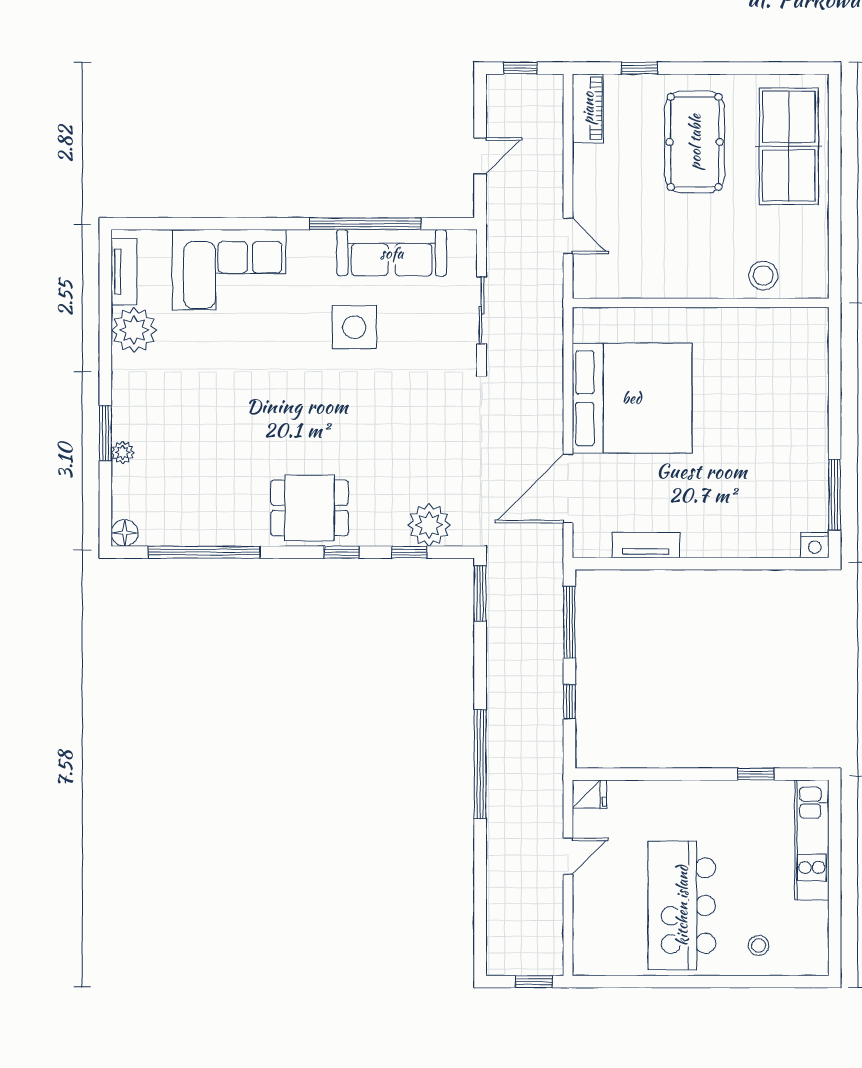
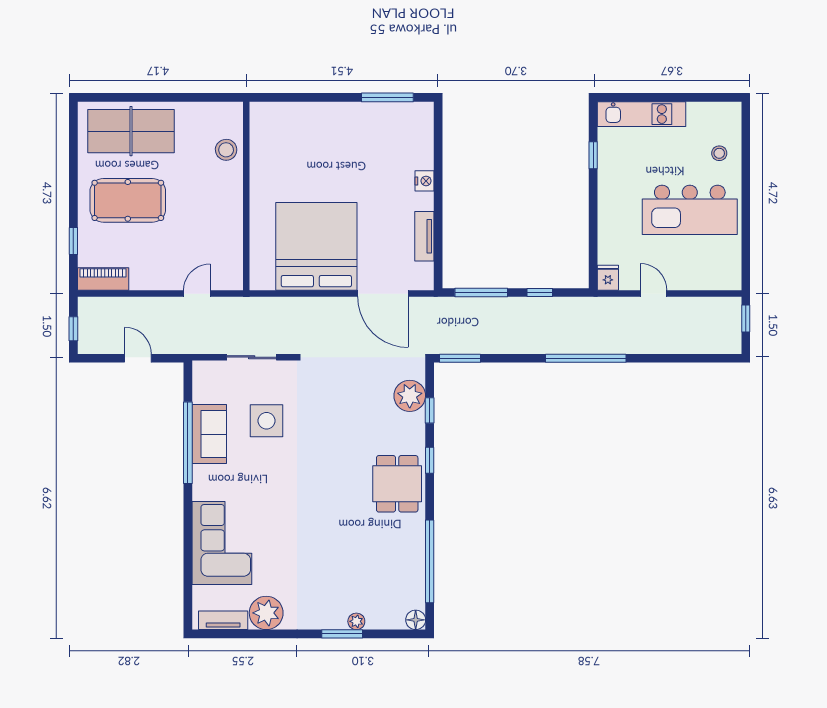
sofa: (392, 253) -> (209, 434), width x0.73
side table: (354, 327) -> (266, 421), moved
nightstand: (815, 545) -> (425, 181), moved

